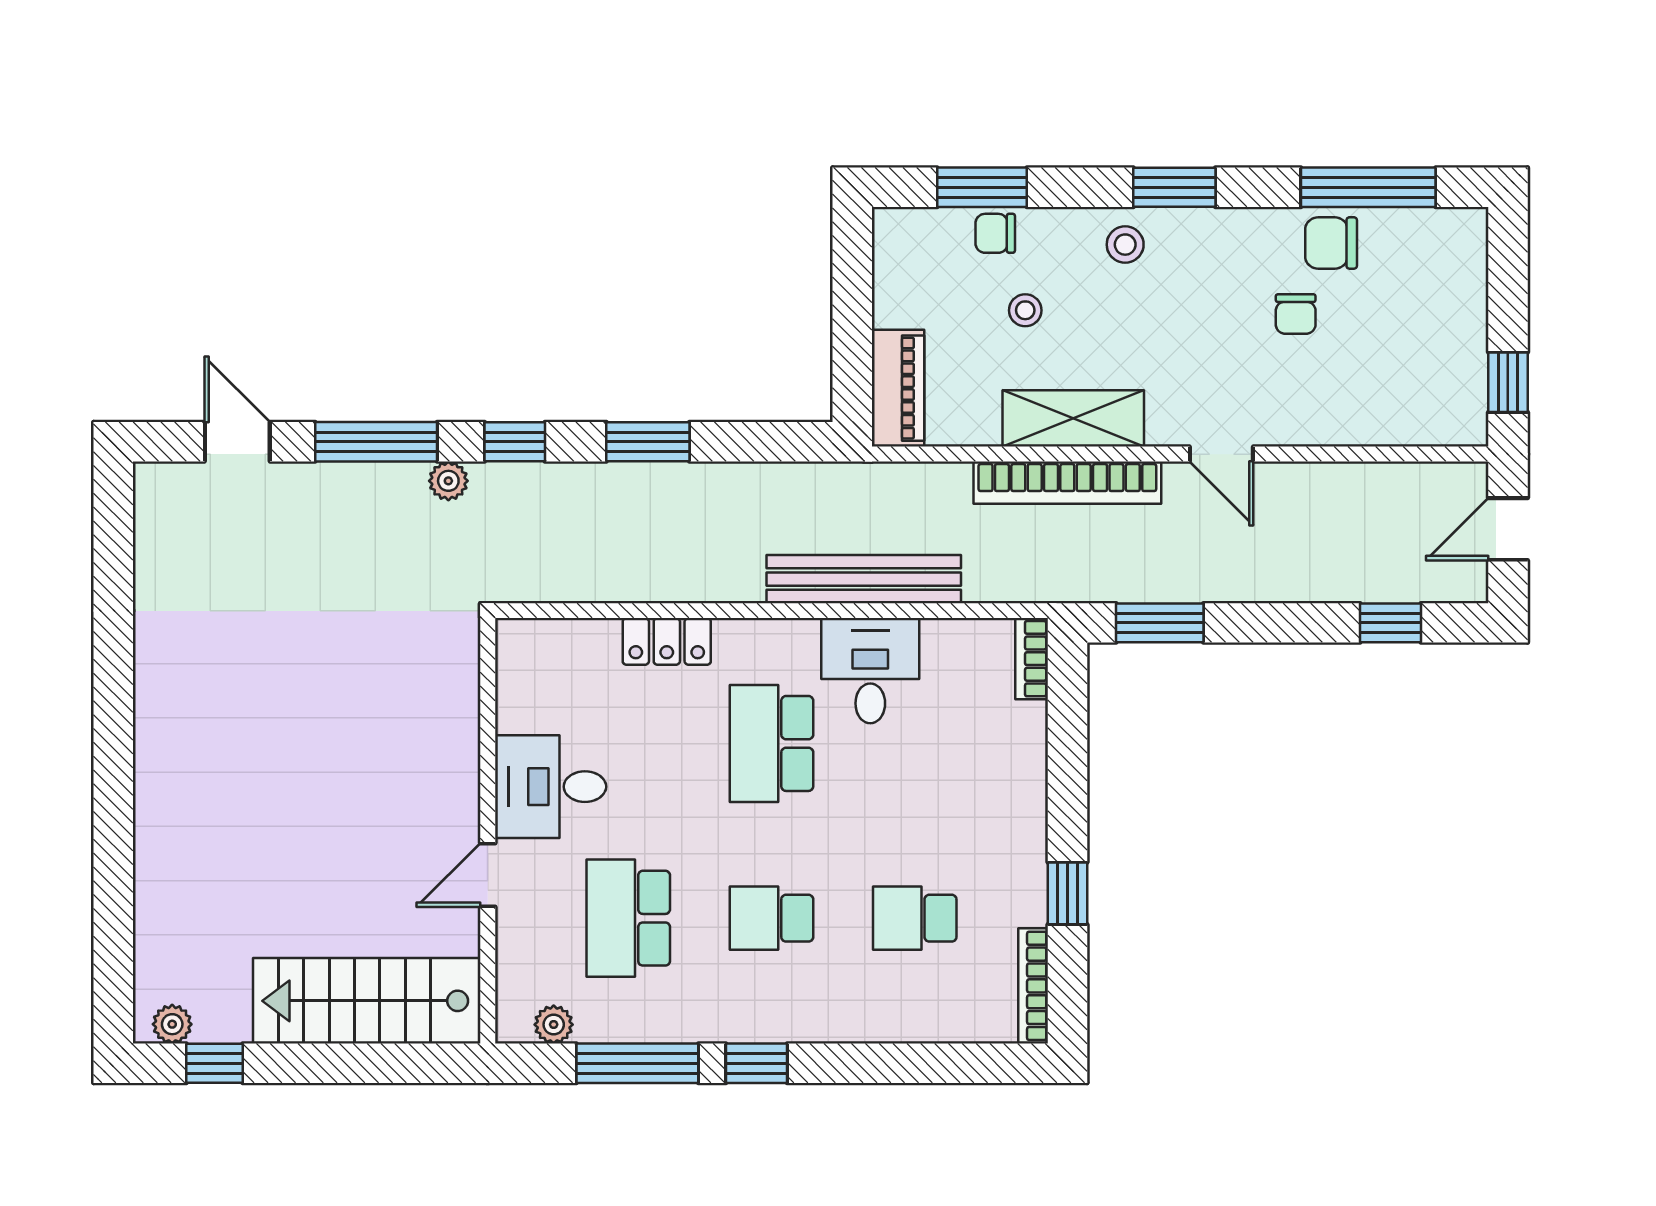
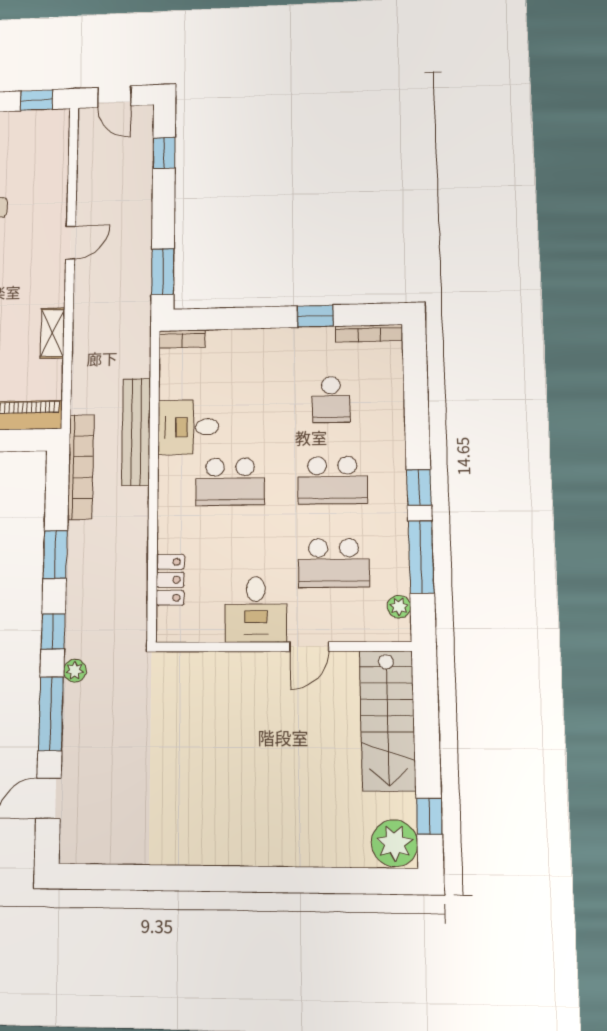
shelving: (1073, 418) -> (52, 333), width x0.67, depth x0.75
bookcase: (1067, 483) -> (81, 467), moved
locker: (667, 641) -> (170, 580), moved
door: (488, 875) -> (309, 647), hinge flipped
school desk: (771, 918) -> (332, 480), width x1.85
plant: (172, 1024) -> (395, 843), width x1.88, depth x1.88

